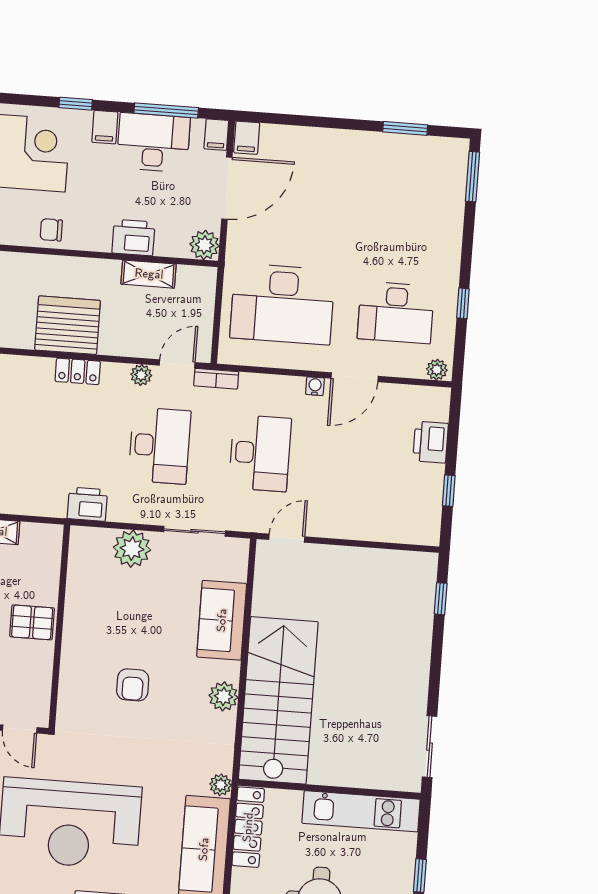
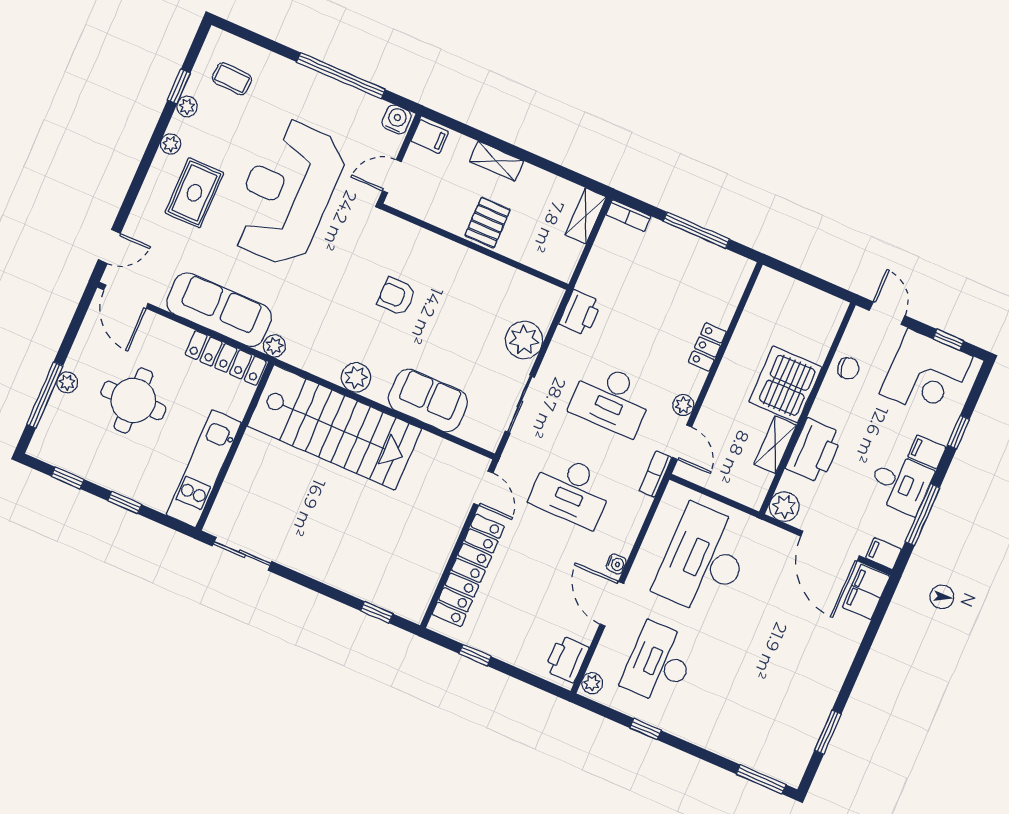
filing cabinet: (247, 138) -> (866, 592), width x2.00
desk: (153, 143) -> (900, 483), width x0.73
chair: (51, 230) -> (848, 368), turned 81
printer: (133, 238) -> (814, 451), width x1.37, depth x1.19
server rack: (68, 325) -> (785, 384), moved, turned 180
printer: (431, 442) -> (567, 659), moved, turned -90
locker: (370, 525) -> (468, 570), added

